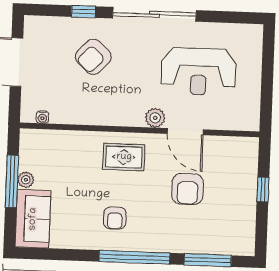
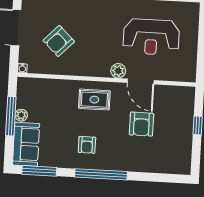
armchair: (93, 57) -> (59, 41), moved
water cooler: (42, 117) -> (22, 68), moved
window: (208, 260) -> (39, 171), moved

